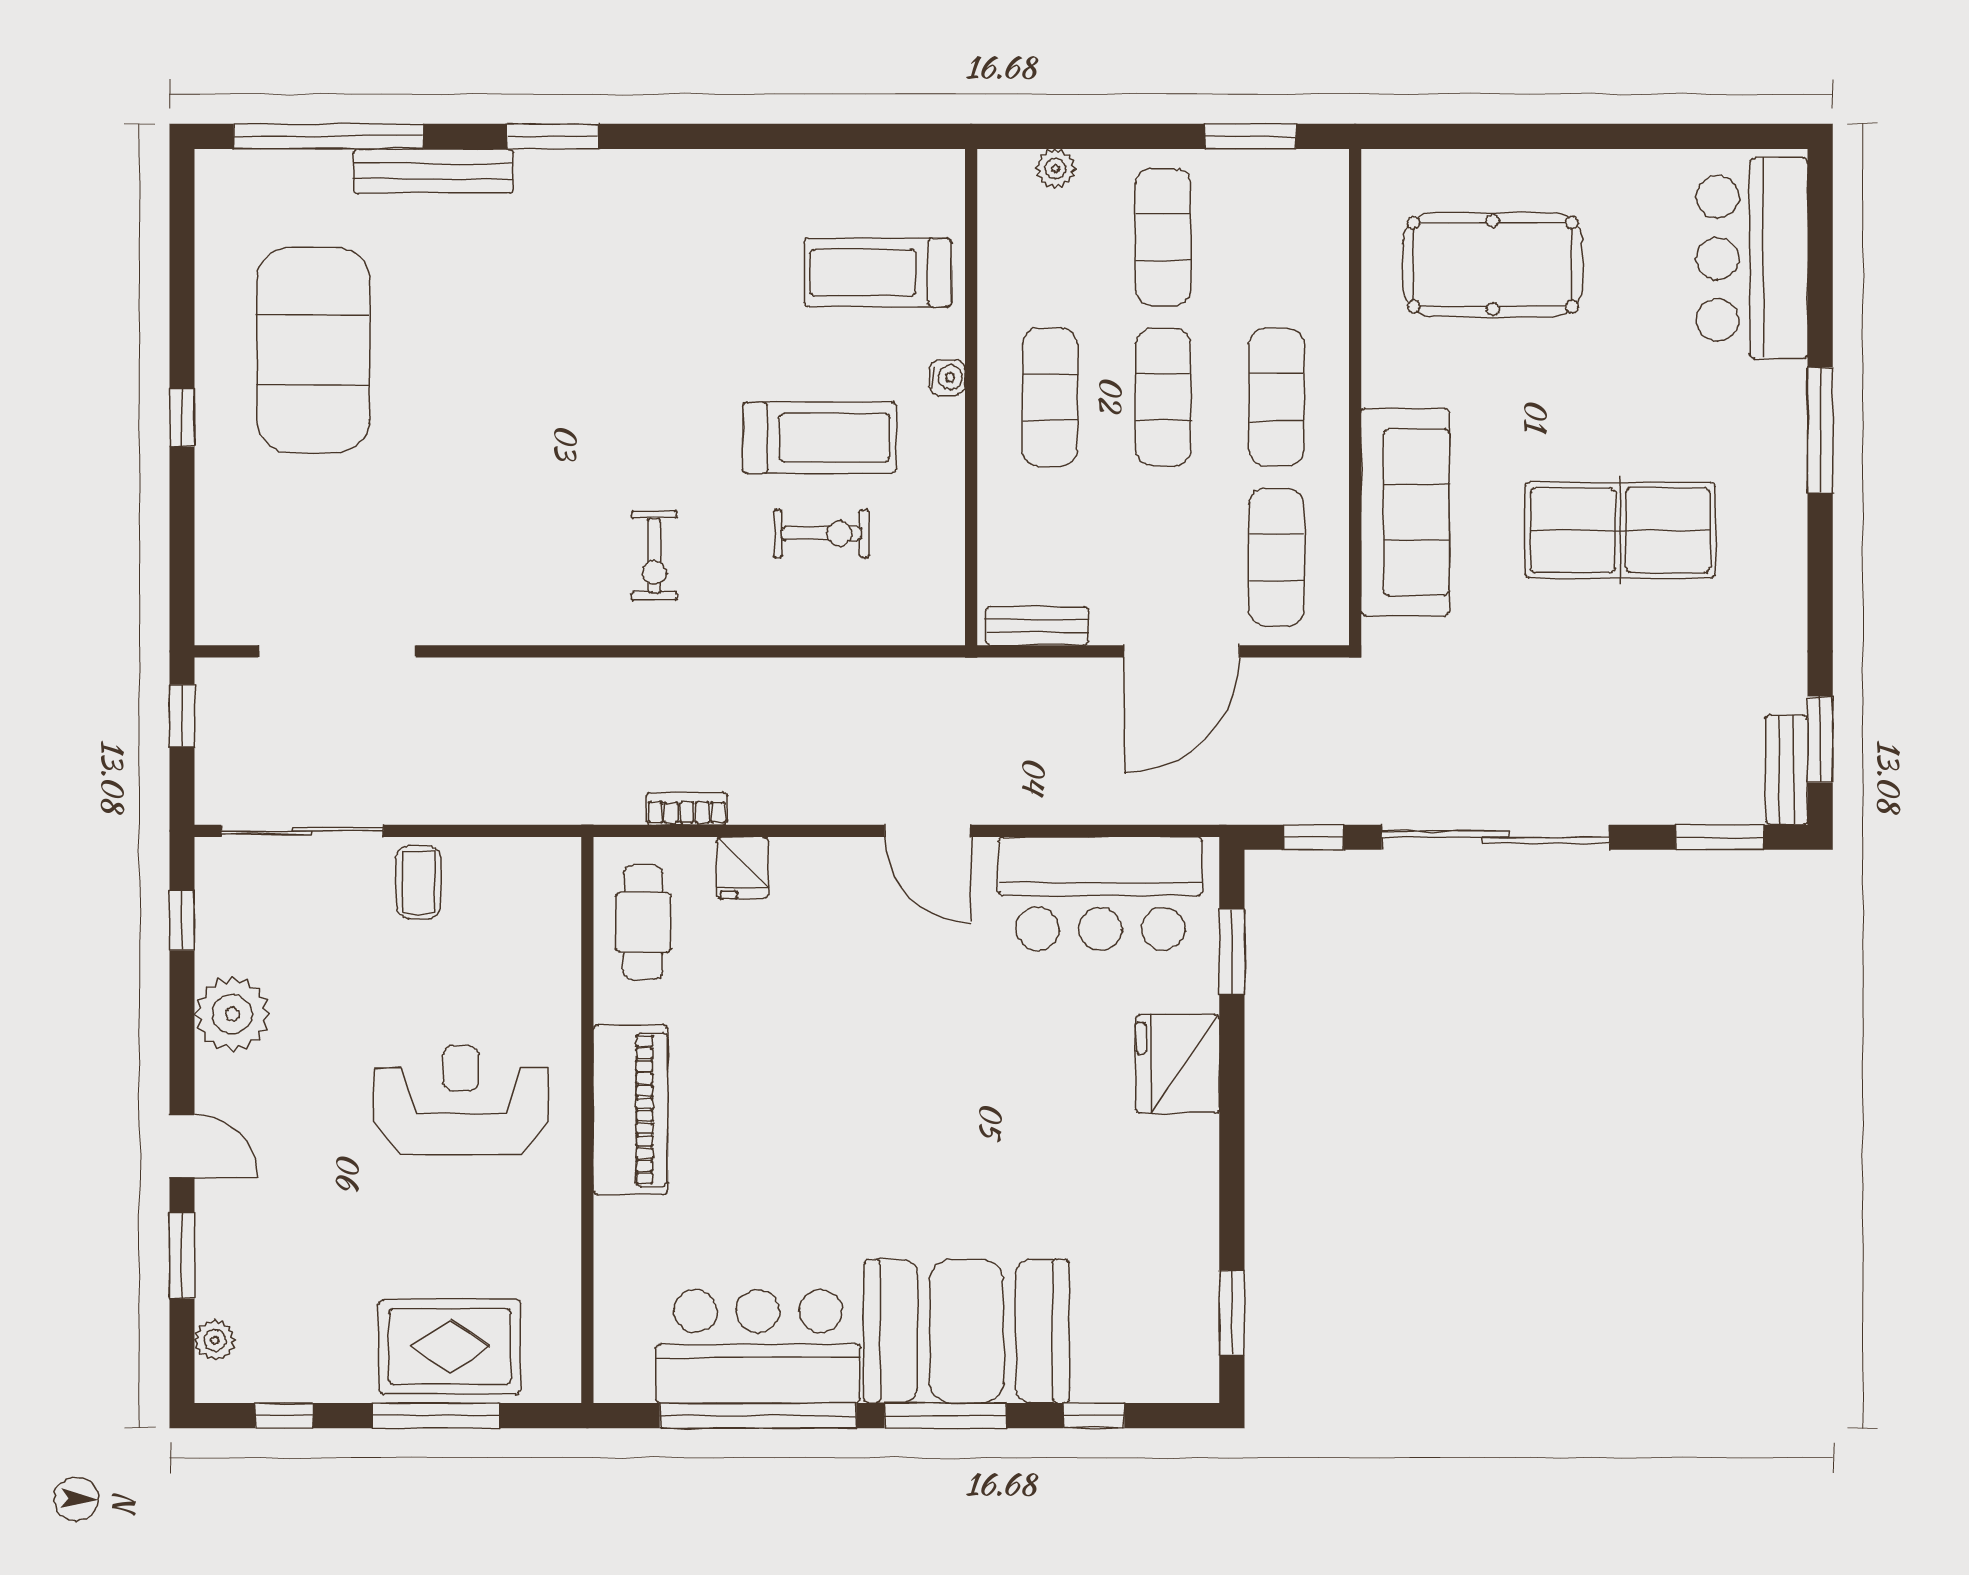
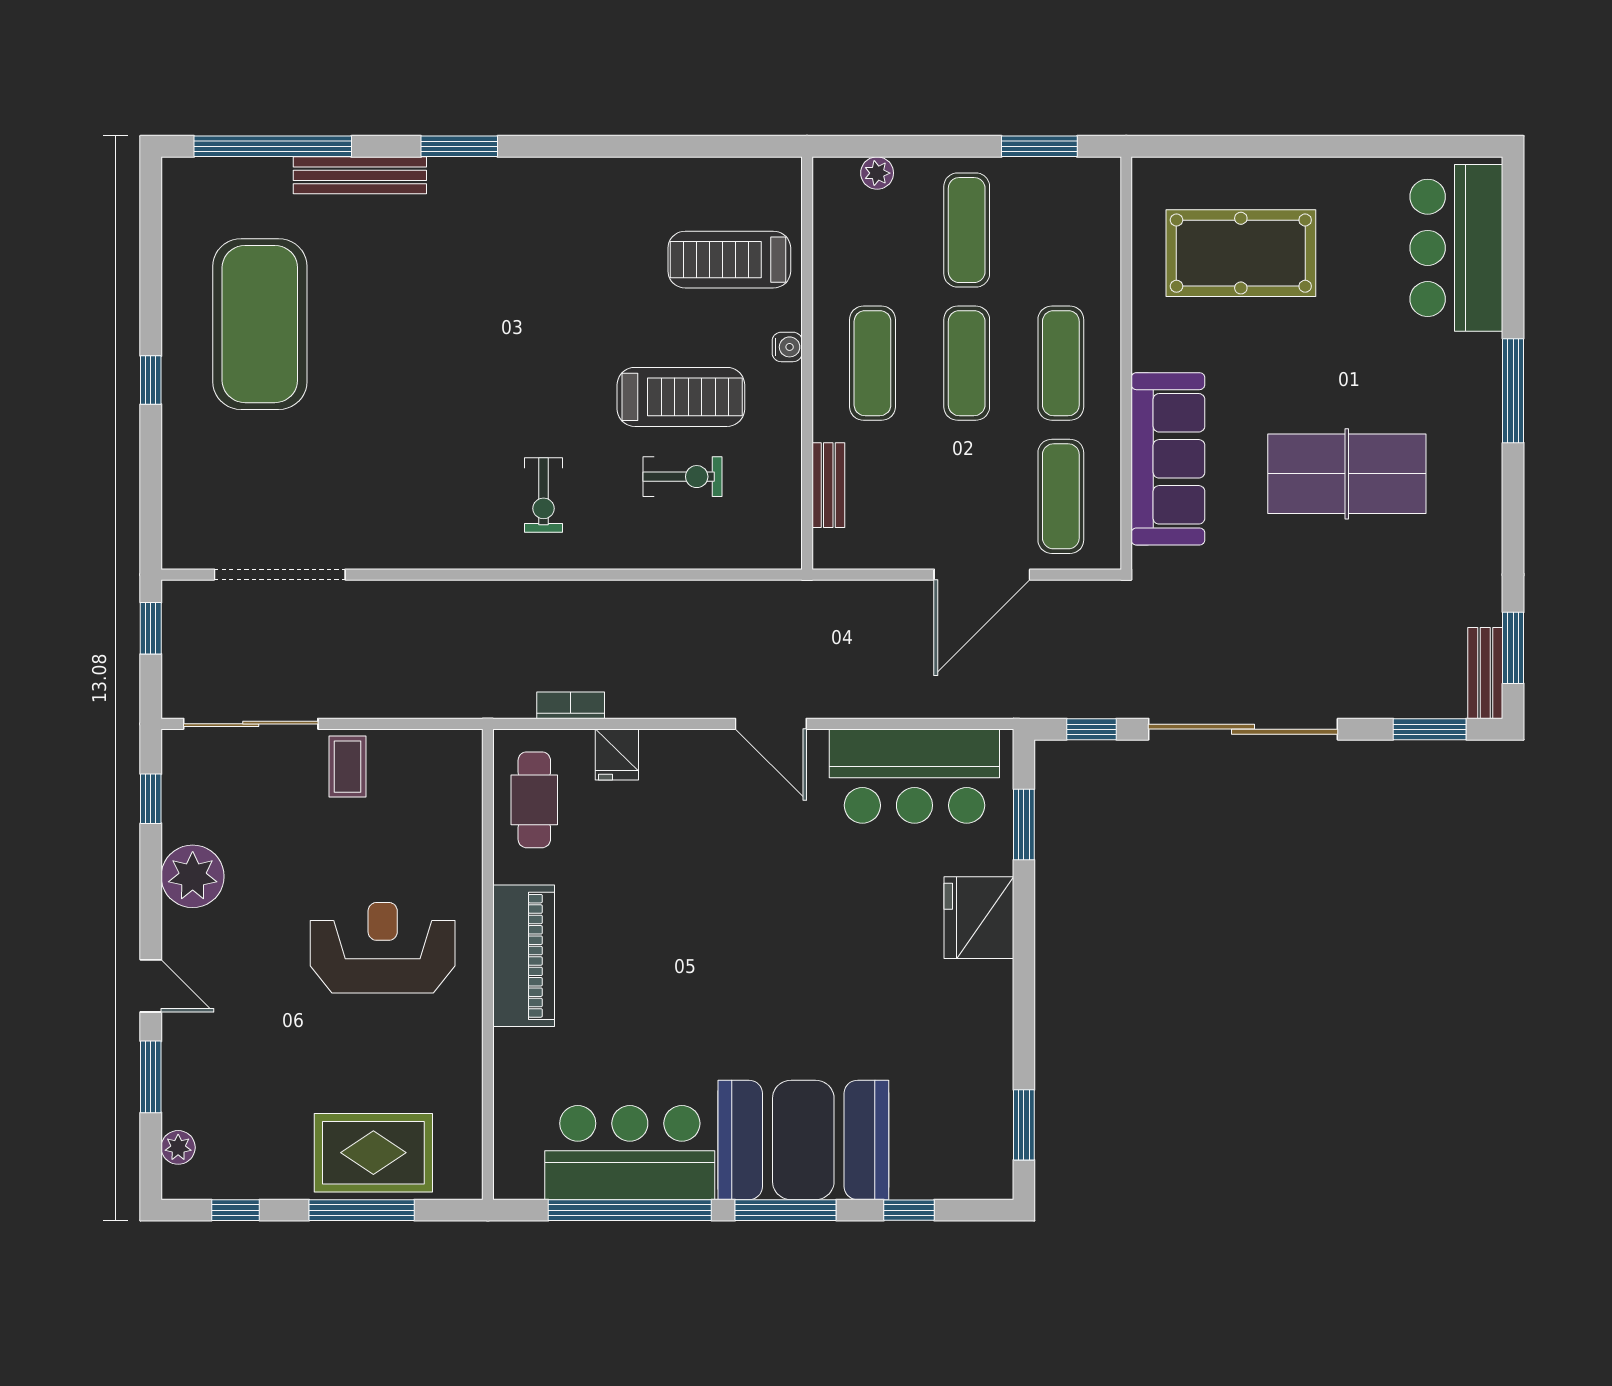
bench: (1037, 626) -> (828, 485), moved, turned 90

